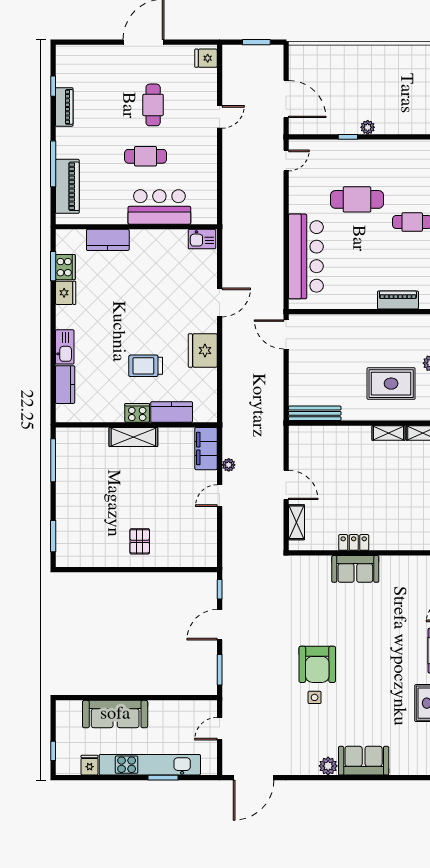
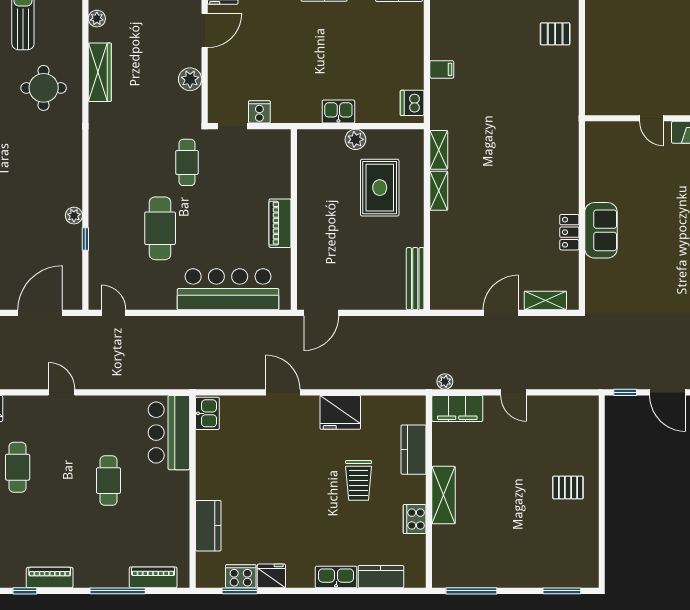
cafe table: (153, 105) -> (18, 467), moved, turned 90
piano: (67, 186) -> (153, 577), width x0.73, depth x0.75
bar counter: (159, 207) -> (169, 433), moved
piano: (398, 300) -> (280, 223), moved
cooker: (137, 413) -> (415, 519), moved
plant: (229, 465) -> (445, 382), moved

